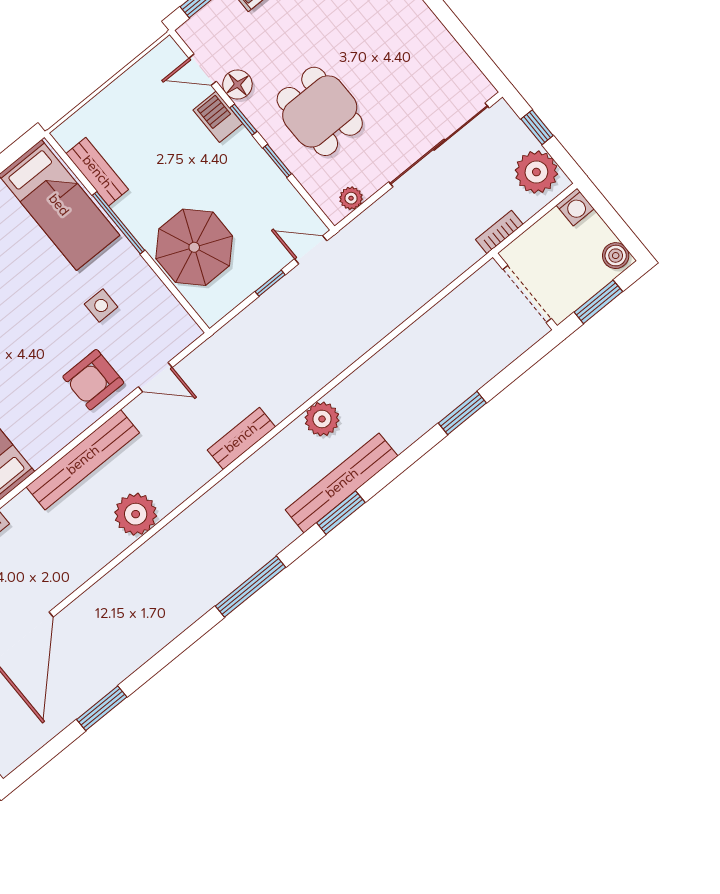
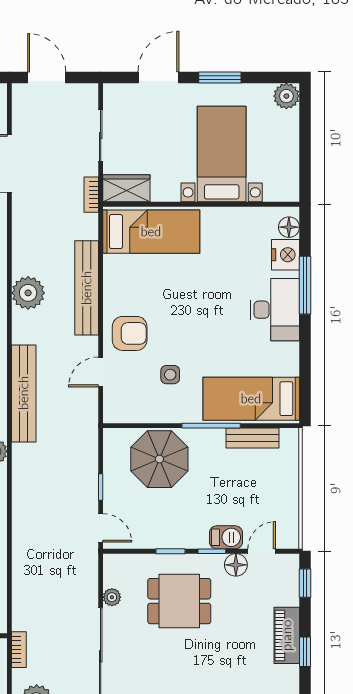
plant: (351, 198) -> (112, 597), moved
door: (311, 250) -> (101, 528), hinge flipped
armchair: (93, 380) -> (130, 333), turned 90
bench: (241, 438) -> (24, 393), width x1.86, depth x1.21

